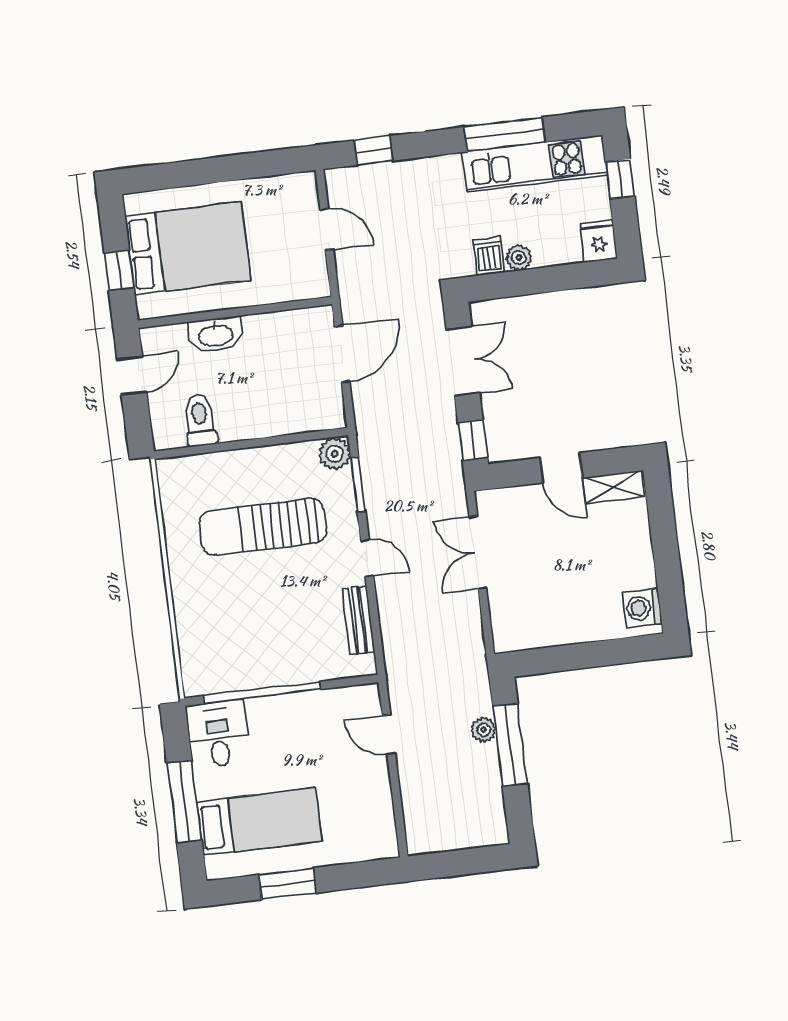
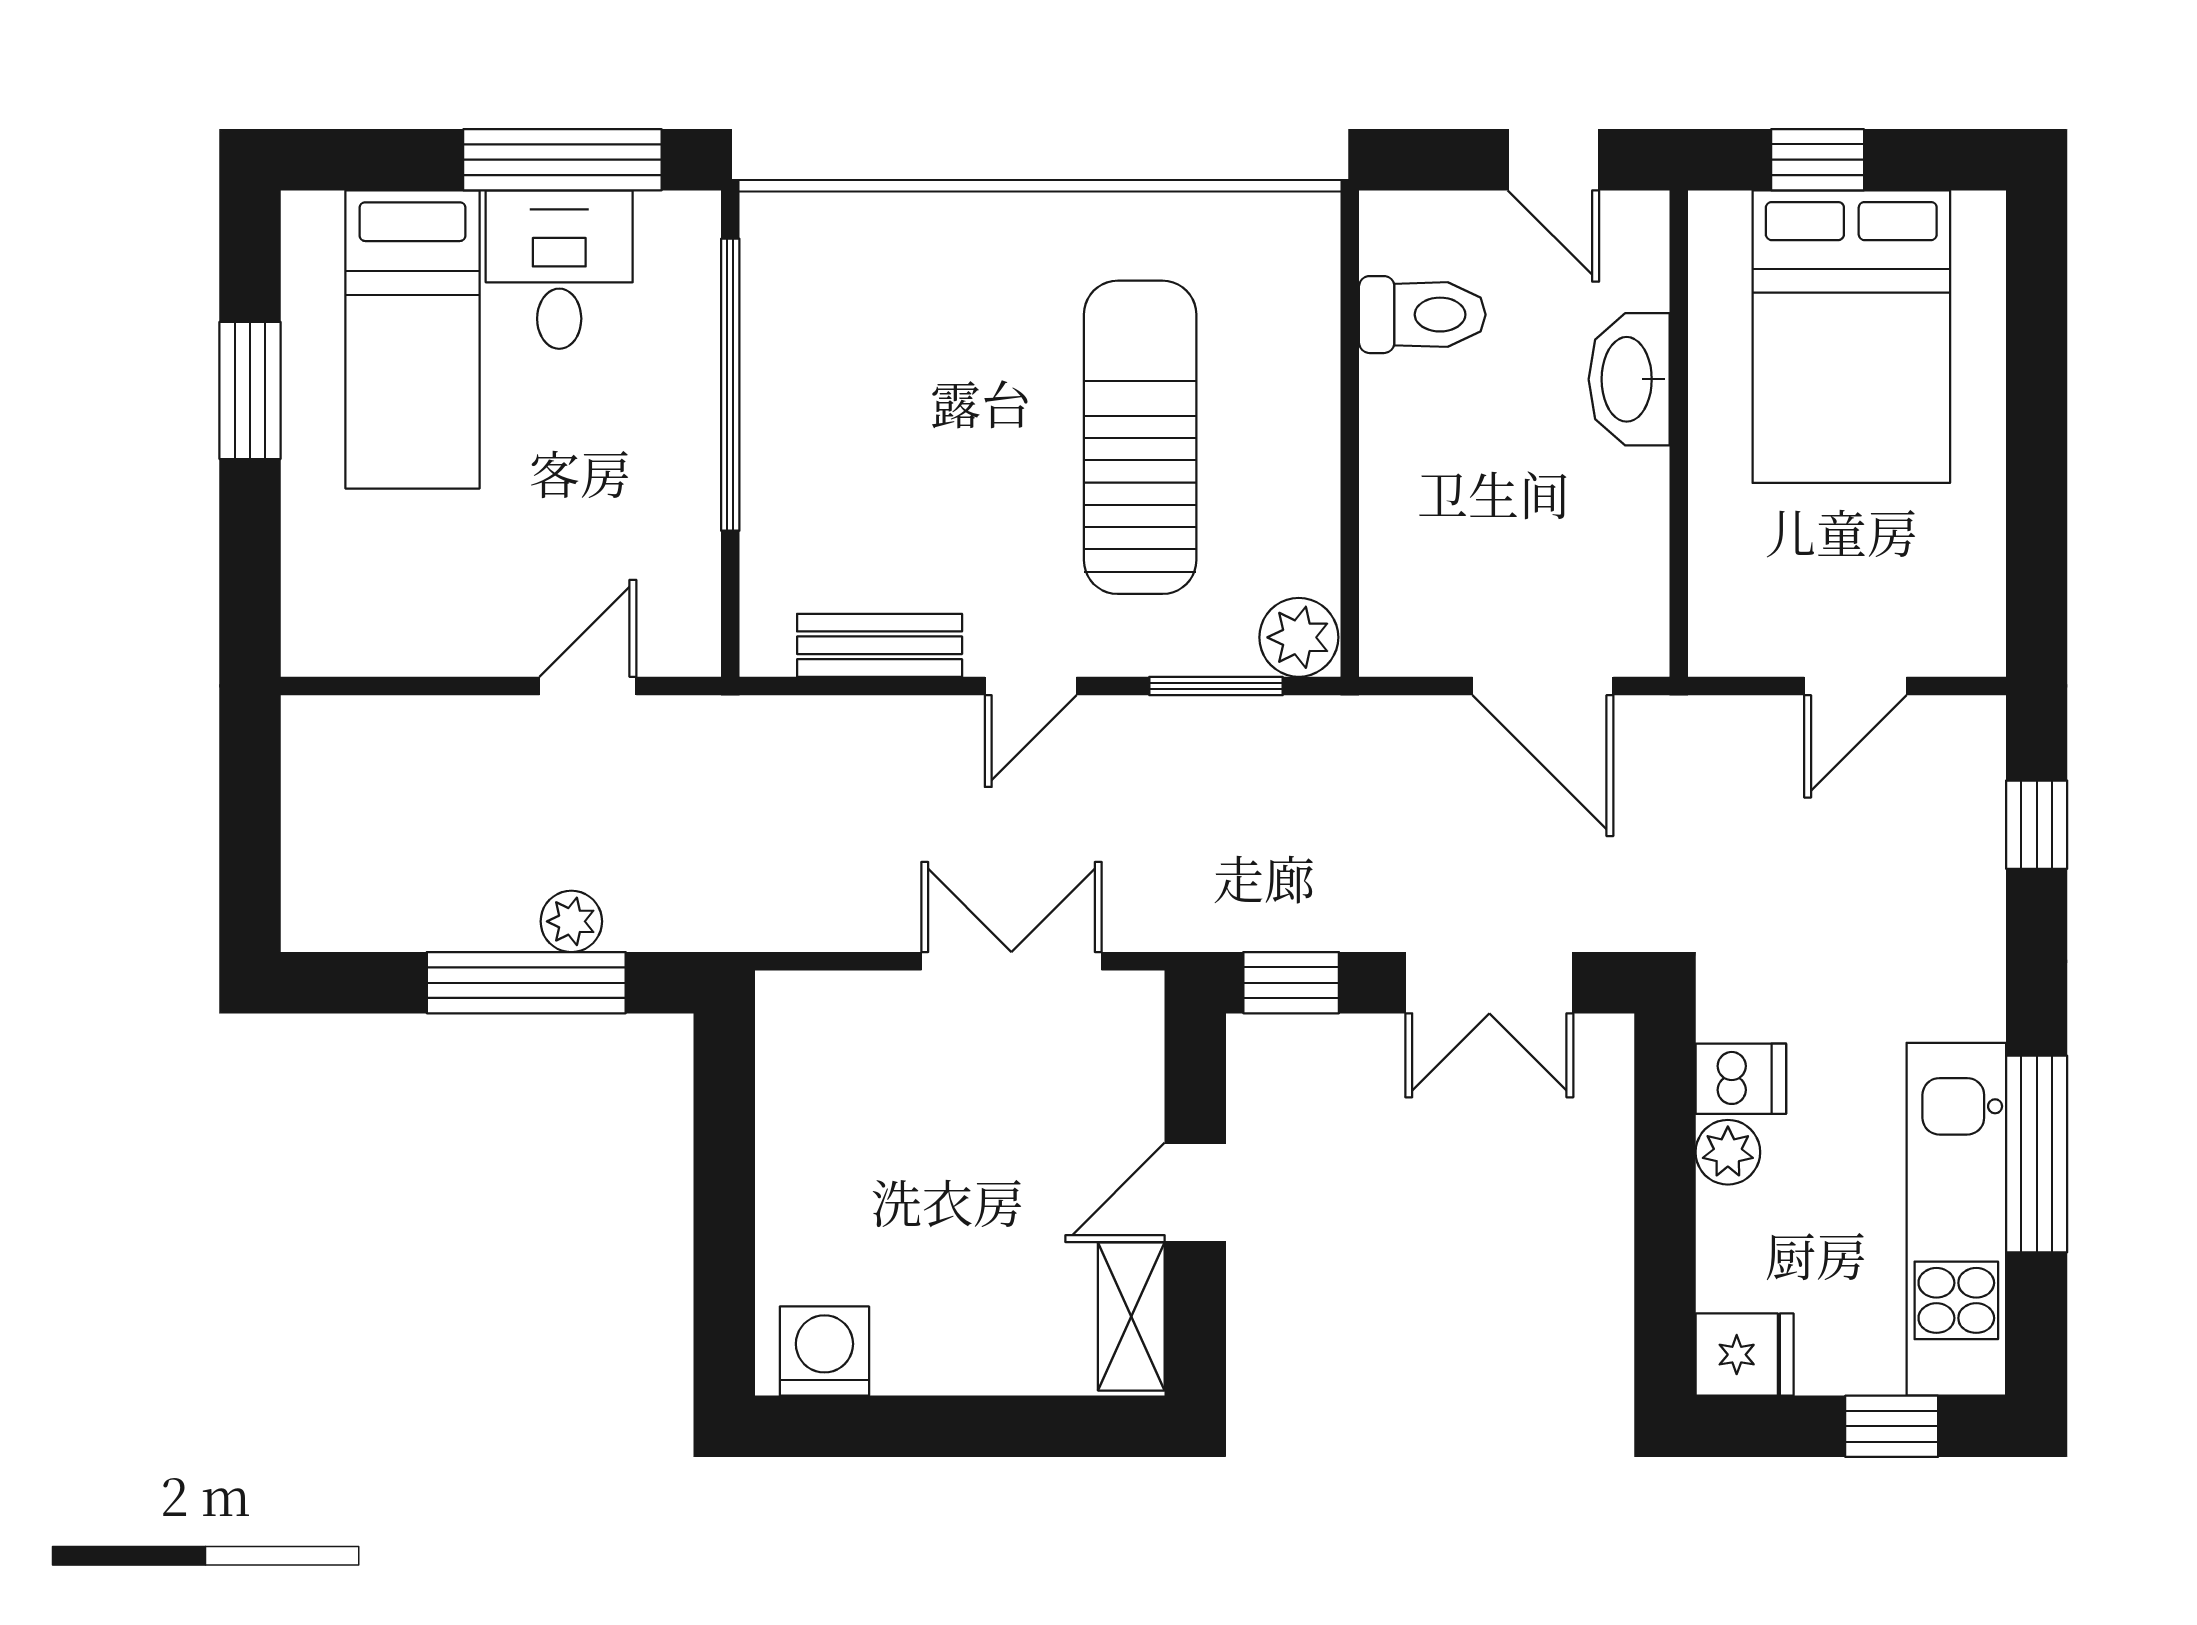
desk: (218, 734) -> (559, 270), moved, turned -90
window: (184, 802) -> (562, 160), moved

